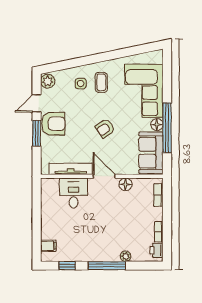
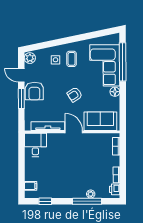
door: (37, 103) -> (21, 75), hinge flipped
armchair: (53, 124) -> (34, 91), turned 90
window: (167, 128) -> (123, 62), moved
sofa: (151, 153) -> (100, 121), moved, turned 90
floor lamp: (126, 184) -> (91, 138), removed
desk: (74, 193) -> (35, 145), moved
window: (107, 266) -> (87, 201), moved

